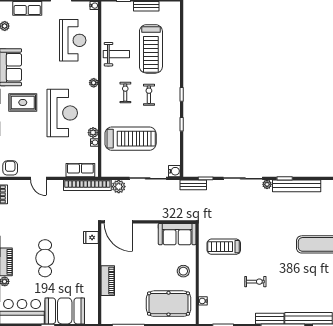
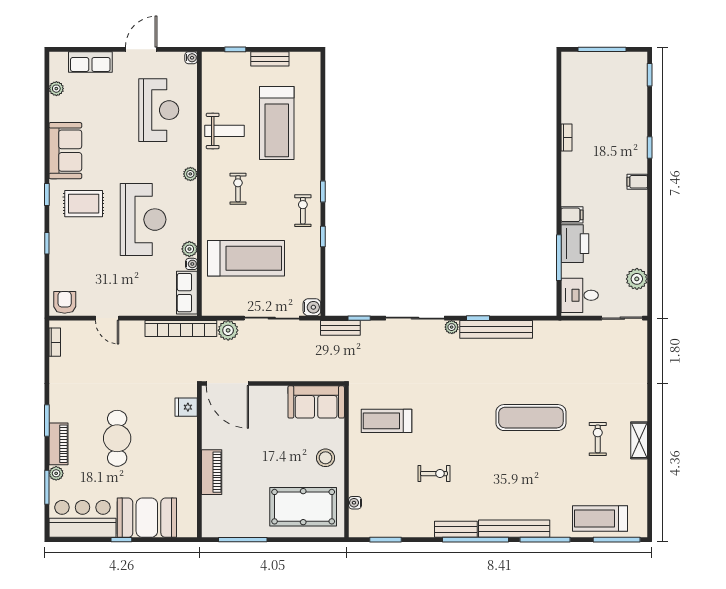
exercise bike: (149, 95) -> (303, 211), moved
row of seats: (80, 170) -> (187, 293), moved, turned -90

